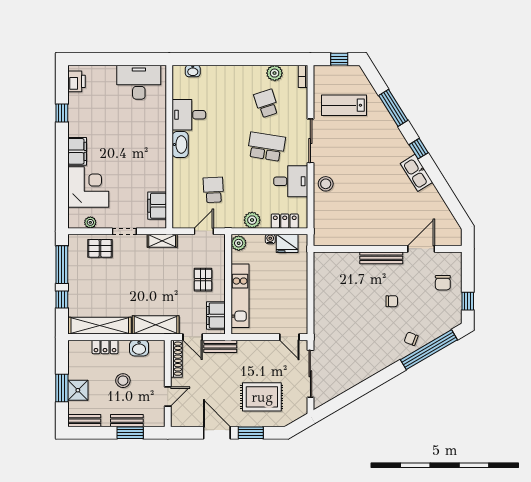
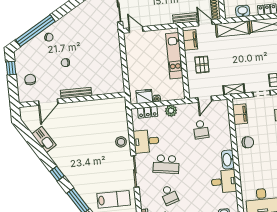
chair: (150, 166) -> (248, 142), added
kitchen sink: (416, 173) -> (44, 139), moved
plant: (239, 243) -> (179, 93), removed

